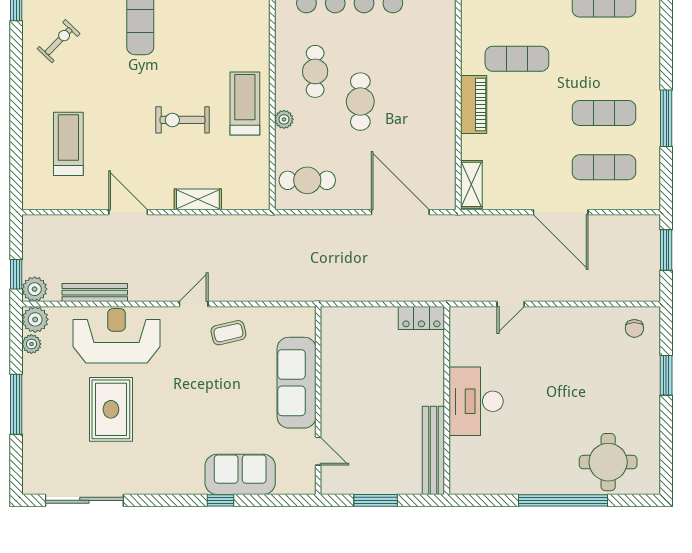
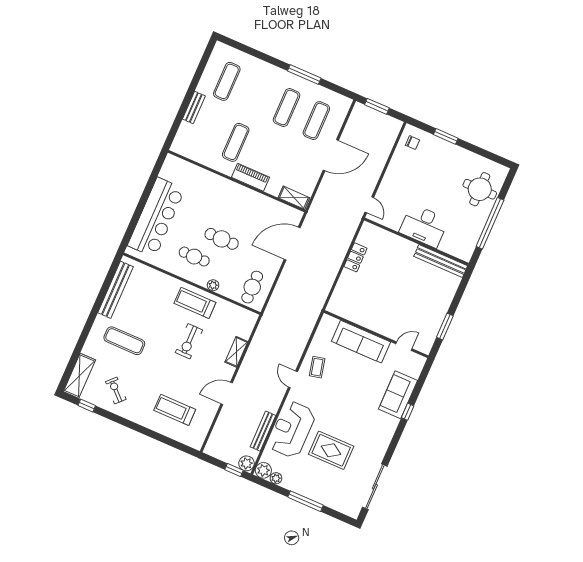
wall: (447, 400) -> (416, 242), moved
desk: (476, 401) -> (424, 226), moved
bench: (433, 450) -> (441, 261), moved

